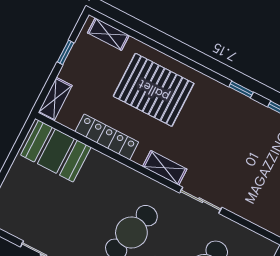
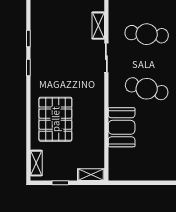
locker: (107, 137) -> (98, 133), removed
booth: (56, 151) -> (122, 127), moved
shelving: (165, 168) -> (98, 26), moved

